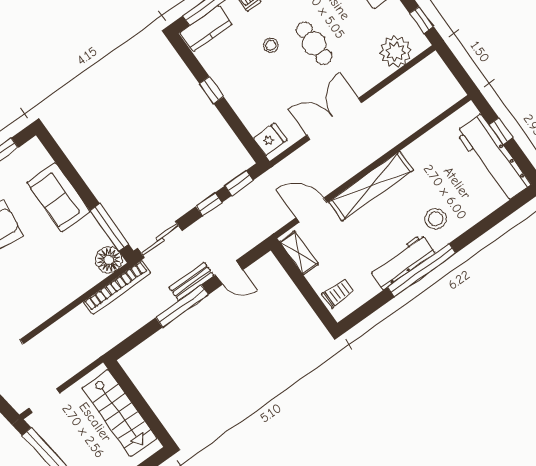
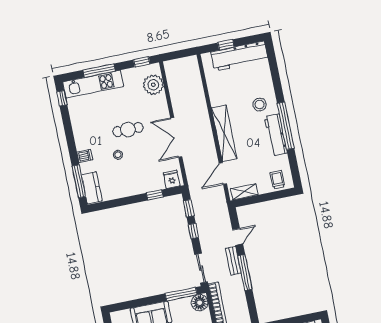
window: (211, 90) -> (155, 195), moved

